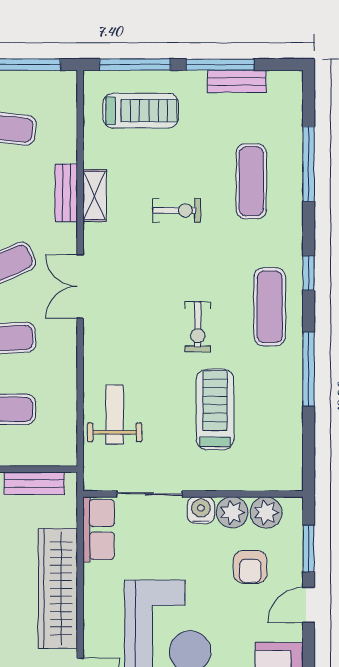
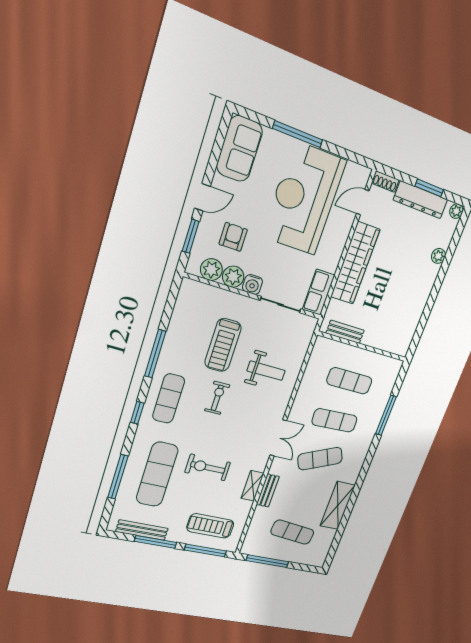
bench: (237, 81) -> (142, 530), width x1.36
exercise mat: (251, 181) -> (157, 474), width x1.36, depth x1.45
exercise bike: (177, 211) -> (208, 467), width x1.38, depth x1.39
weight bench: (115, 415) -> (266, 371), moved, turned -90

